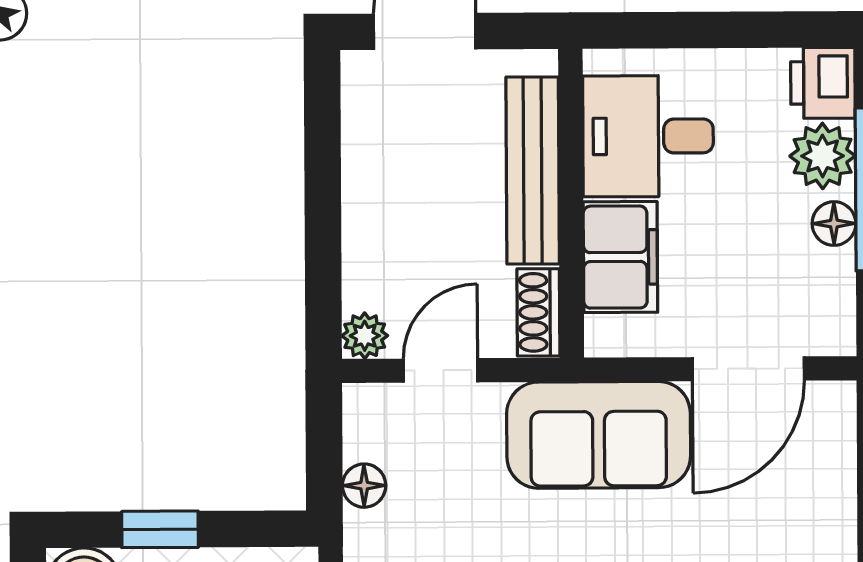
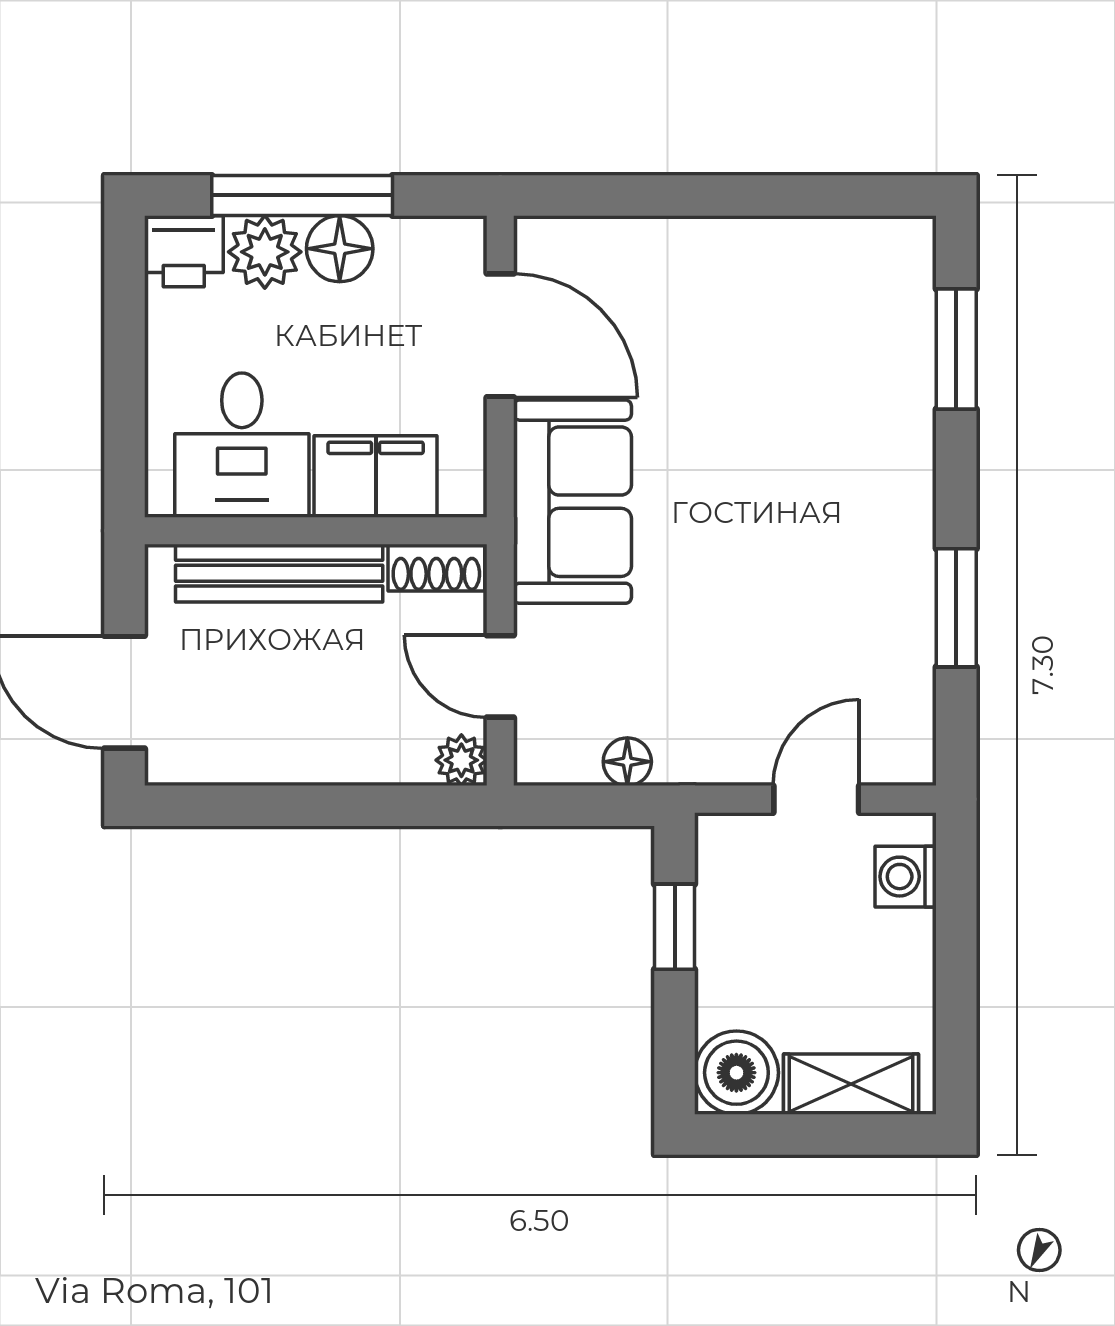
floor lamp: (834, 224) -> (340, 249), width x1.37, depth x1.37
window: (160, 529) -> (675, 927), moved

